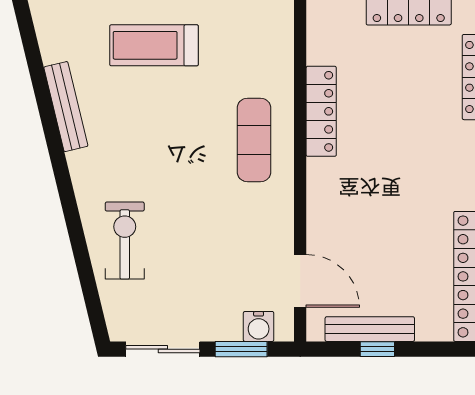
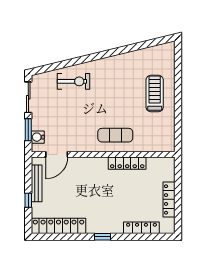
bench: (66, 107) -> (129, 57), removed
window: (377, 349) -> (28, 200), moved

